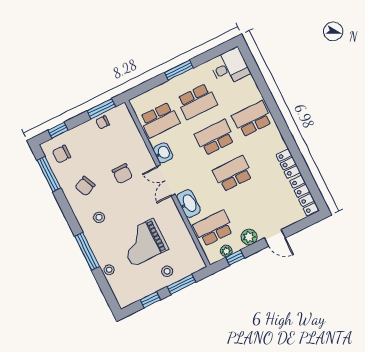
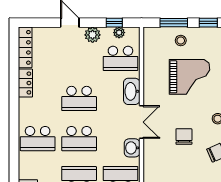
chair: (122, 174) -> (184, 137), moved

